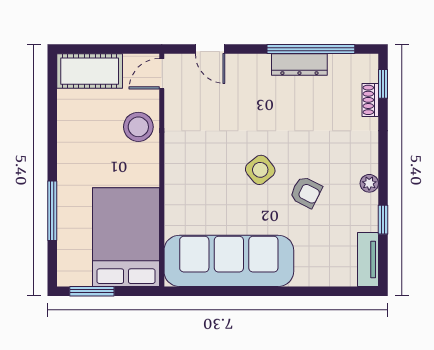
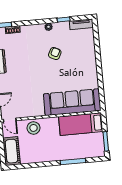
side table: (260, 170) -> (47, 74), removed
bed: (126, 237) -> (81, 124), width x0.67
sofa: (229, 261) -> (72, 102), moved, turned 90

